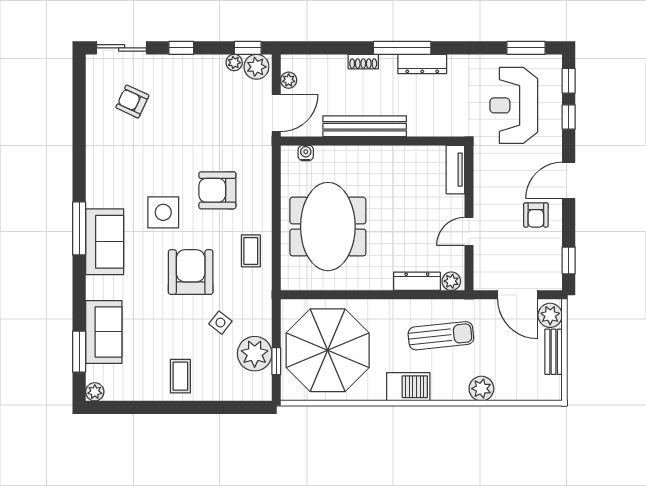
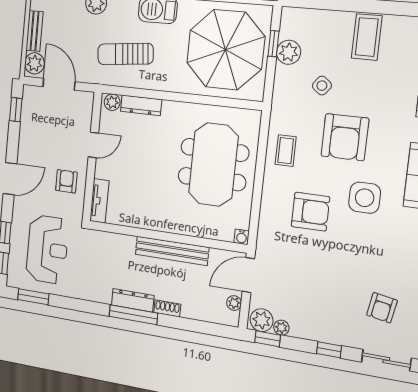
dresser: (422, 64) -> (133, 300), moved
armchair: (132, 101) -> (382, 308), turned 75
water cooler: (306, 153) -> (242, 237), moved
armchair: (536, 215) -> (66, 181), moved
plant: (255, 354) -> (289, 52), width x0.73, depth x0.73
coffee table: (180, 376) -> (367, 37), width x1.36, depth x1.30

